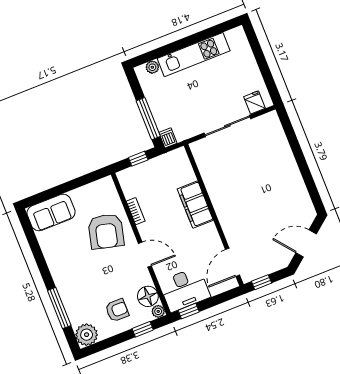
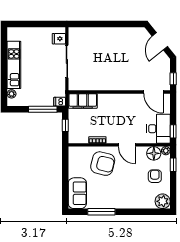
filing cabinet: (195, 205) -> (83, 101), moved
door: (145, 255) -> (127, 145), swing flipped
window: (59, 308) -> (101, 212), moved

